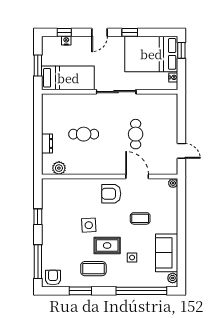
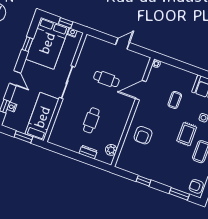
window: (130, 32) -> (27, 44), moved
window: (181, 50) -> (66, 23), moved
door: (181, 151) -> (122, 44), moved
armchair: (111, 194) -> (143, 135), moved
side table: (89, 225) -> (165, 143), removed
window: (38, 262) -> (179, 194), width x0.69

